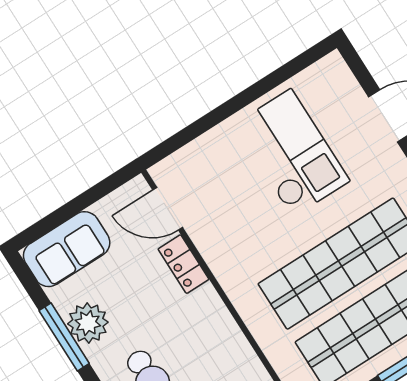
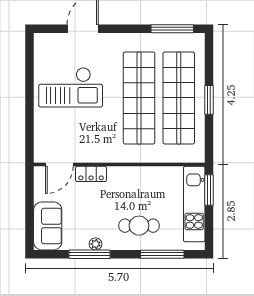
checkout: (292, 153) -> (71, 87), turned 180
plant: (88, 323) -> (96, 244), width x0.53, depth x0.53

